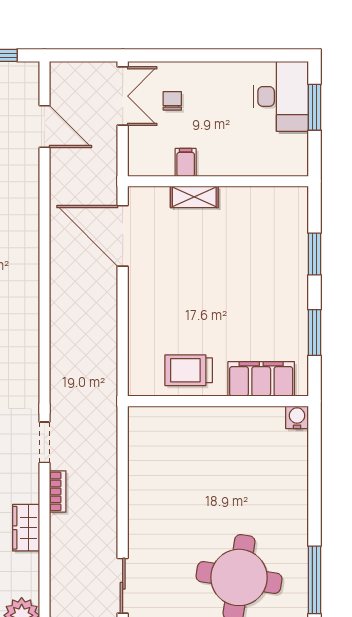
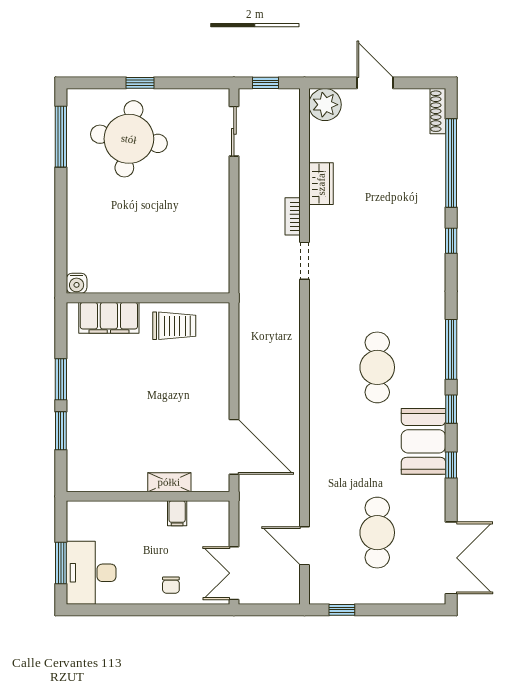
chair: (172, 101) -> (171, 585), moved
window: (314, 333) -> (61, 379), moved

